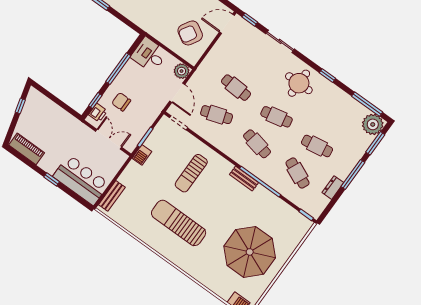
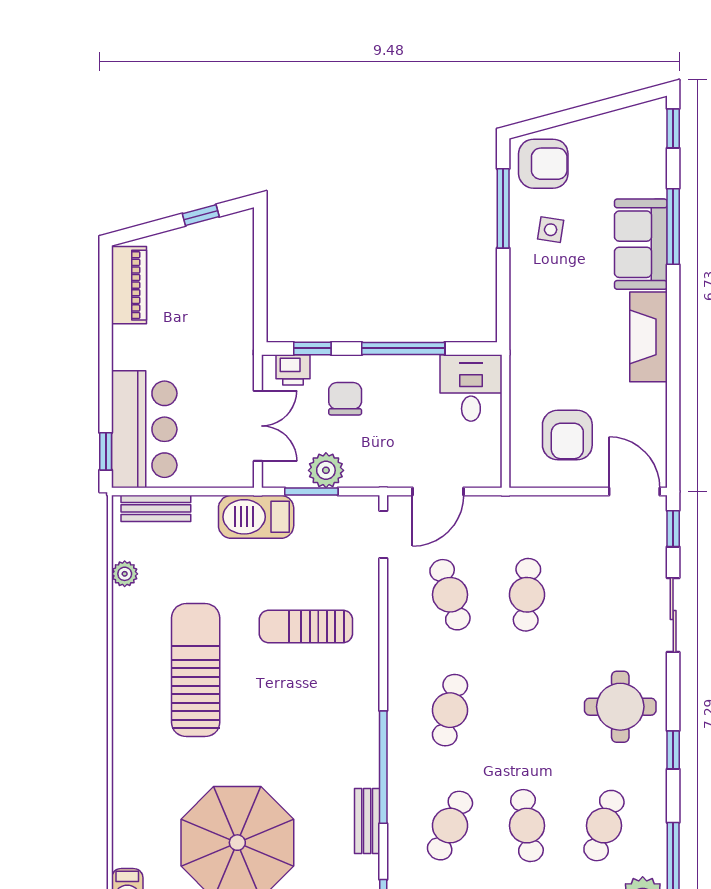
armchair: (190, 33) -> (567, 435), turned -120
plant: (182, 71) -> (326, 470), moved
cafe table: (277, 117) -> (604, 826), moved, turned 30
barbecue: (142, 155) -> (256, 517), width x1.88, depth x1.53
window: (52, 179) -> (106, 451), moved
bench: (244, 179) -> (367, 821), moved
plant: (127, 223) -> (125, 574), added

